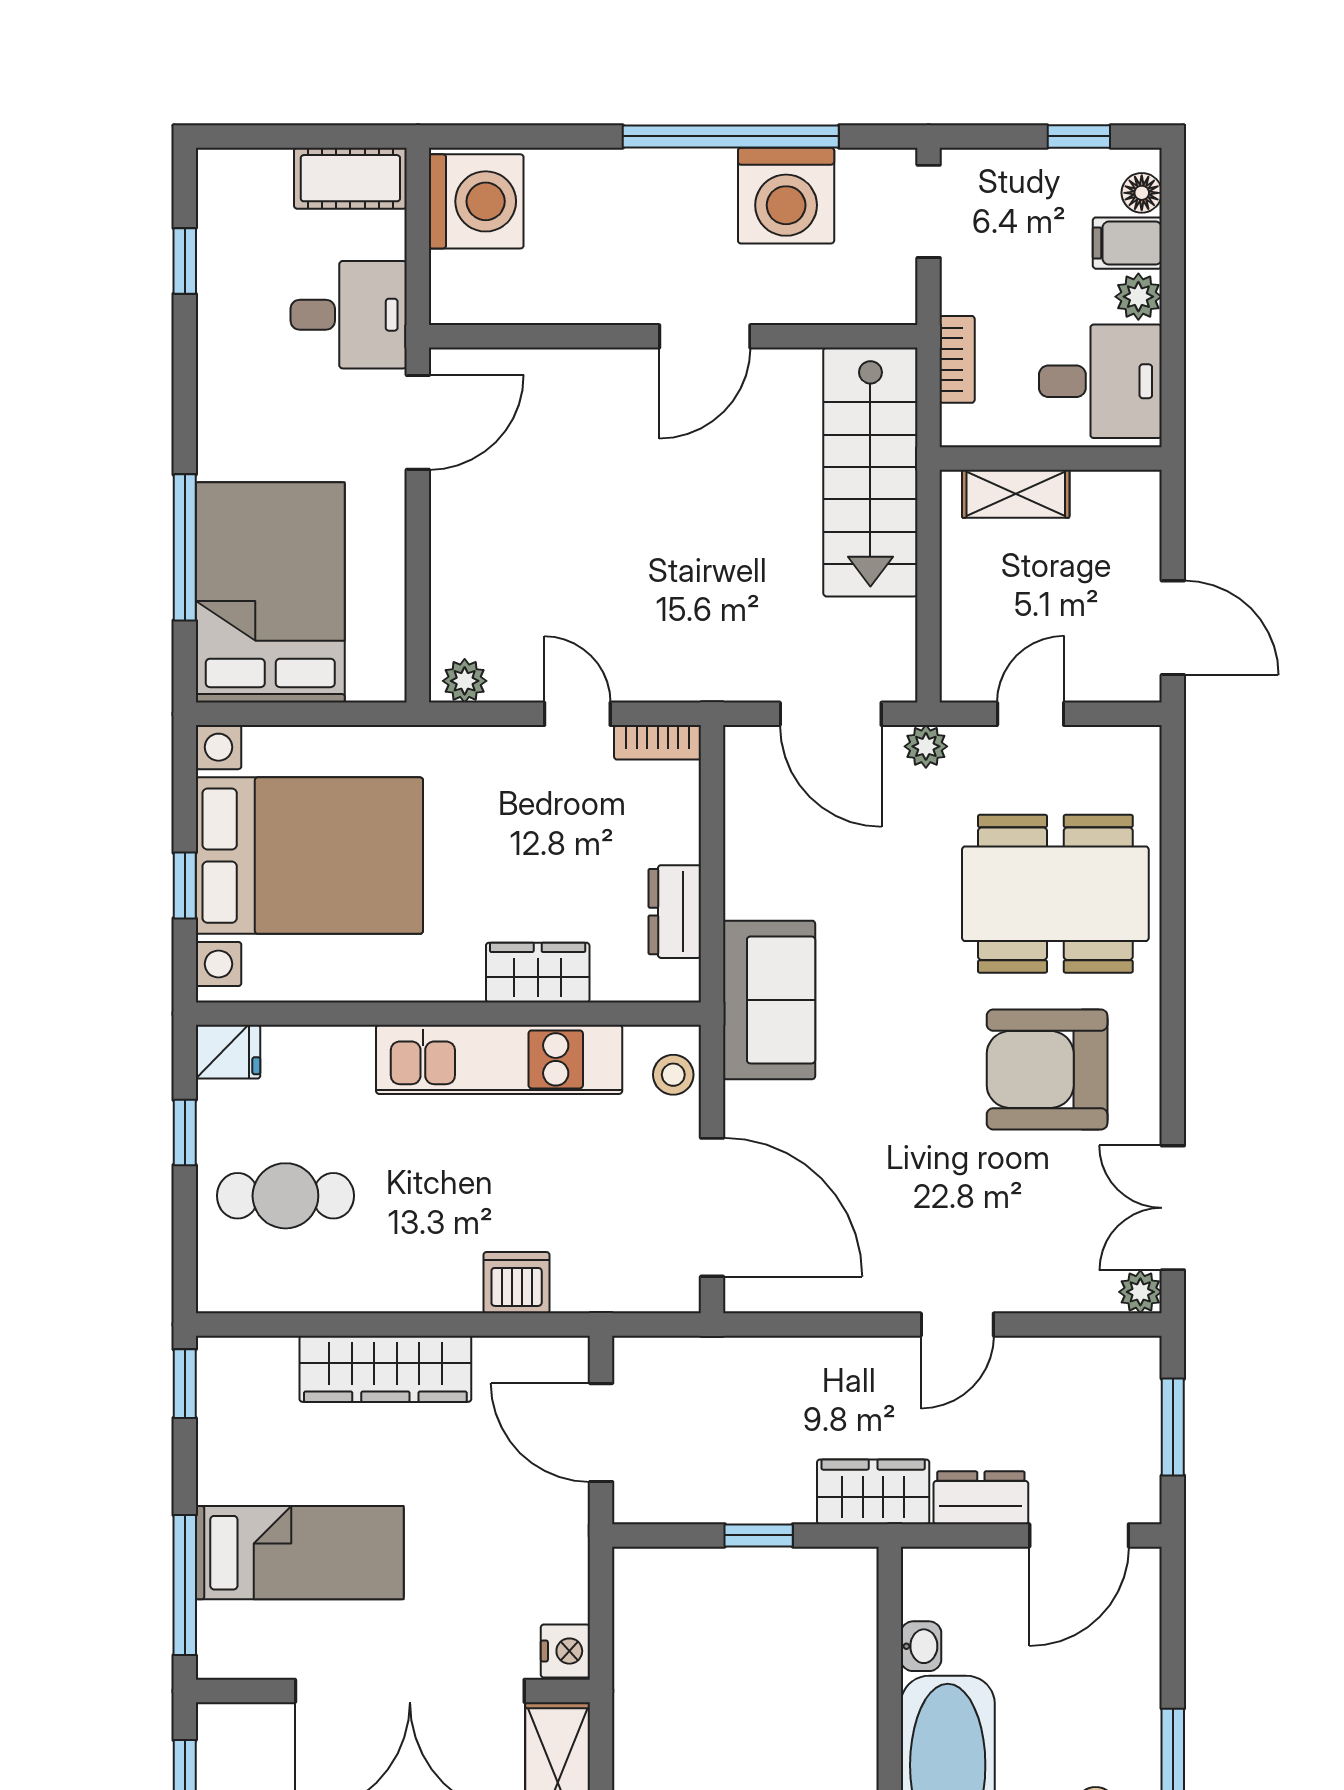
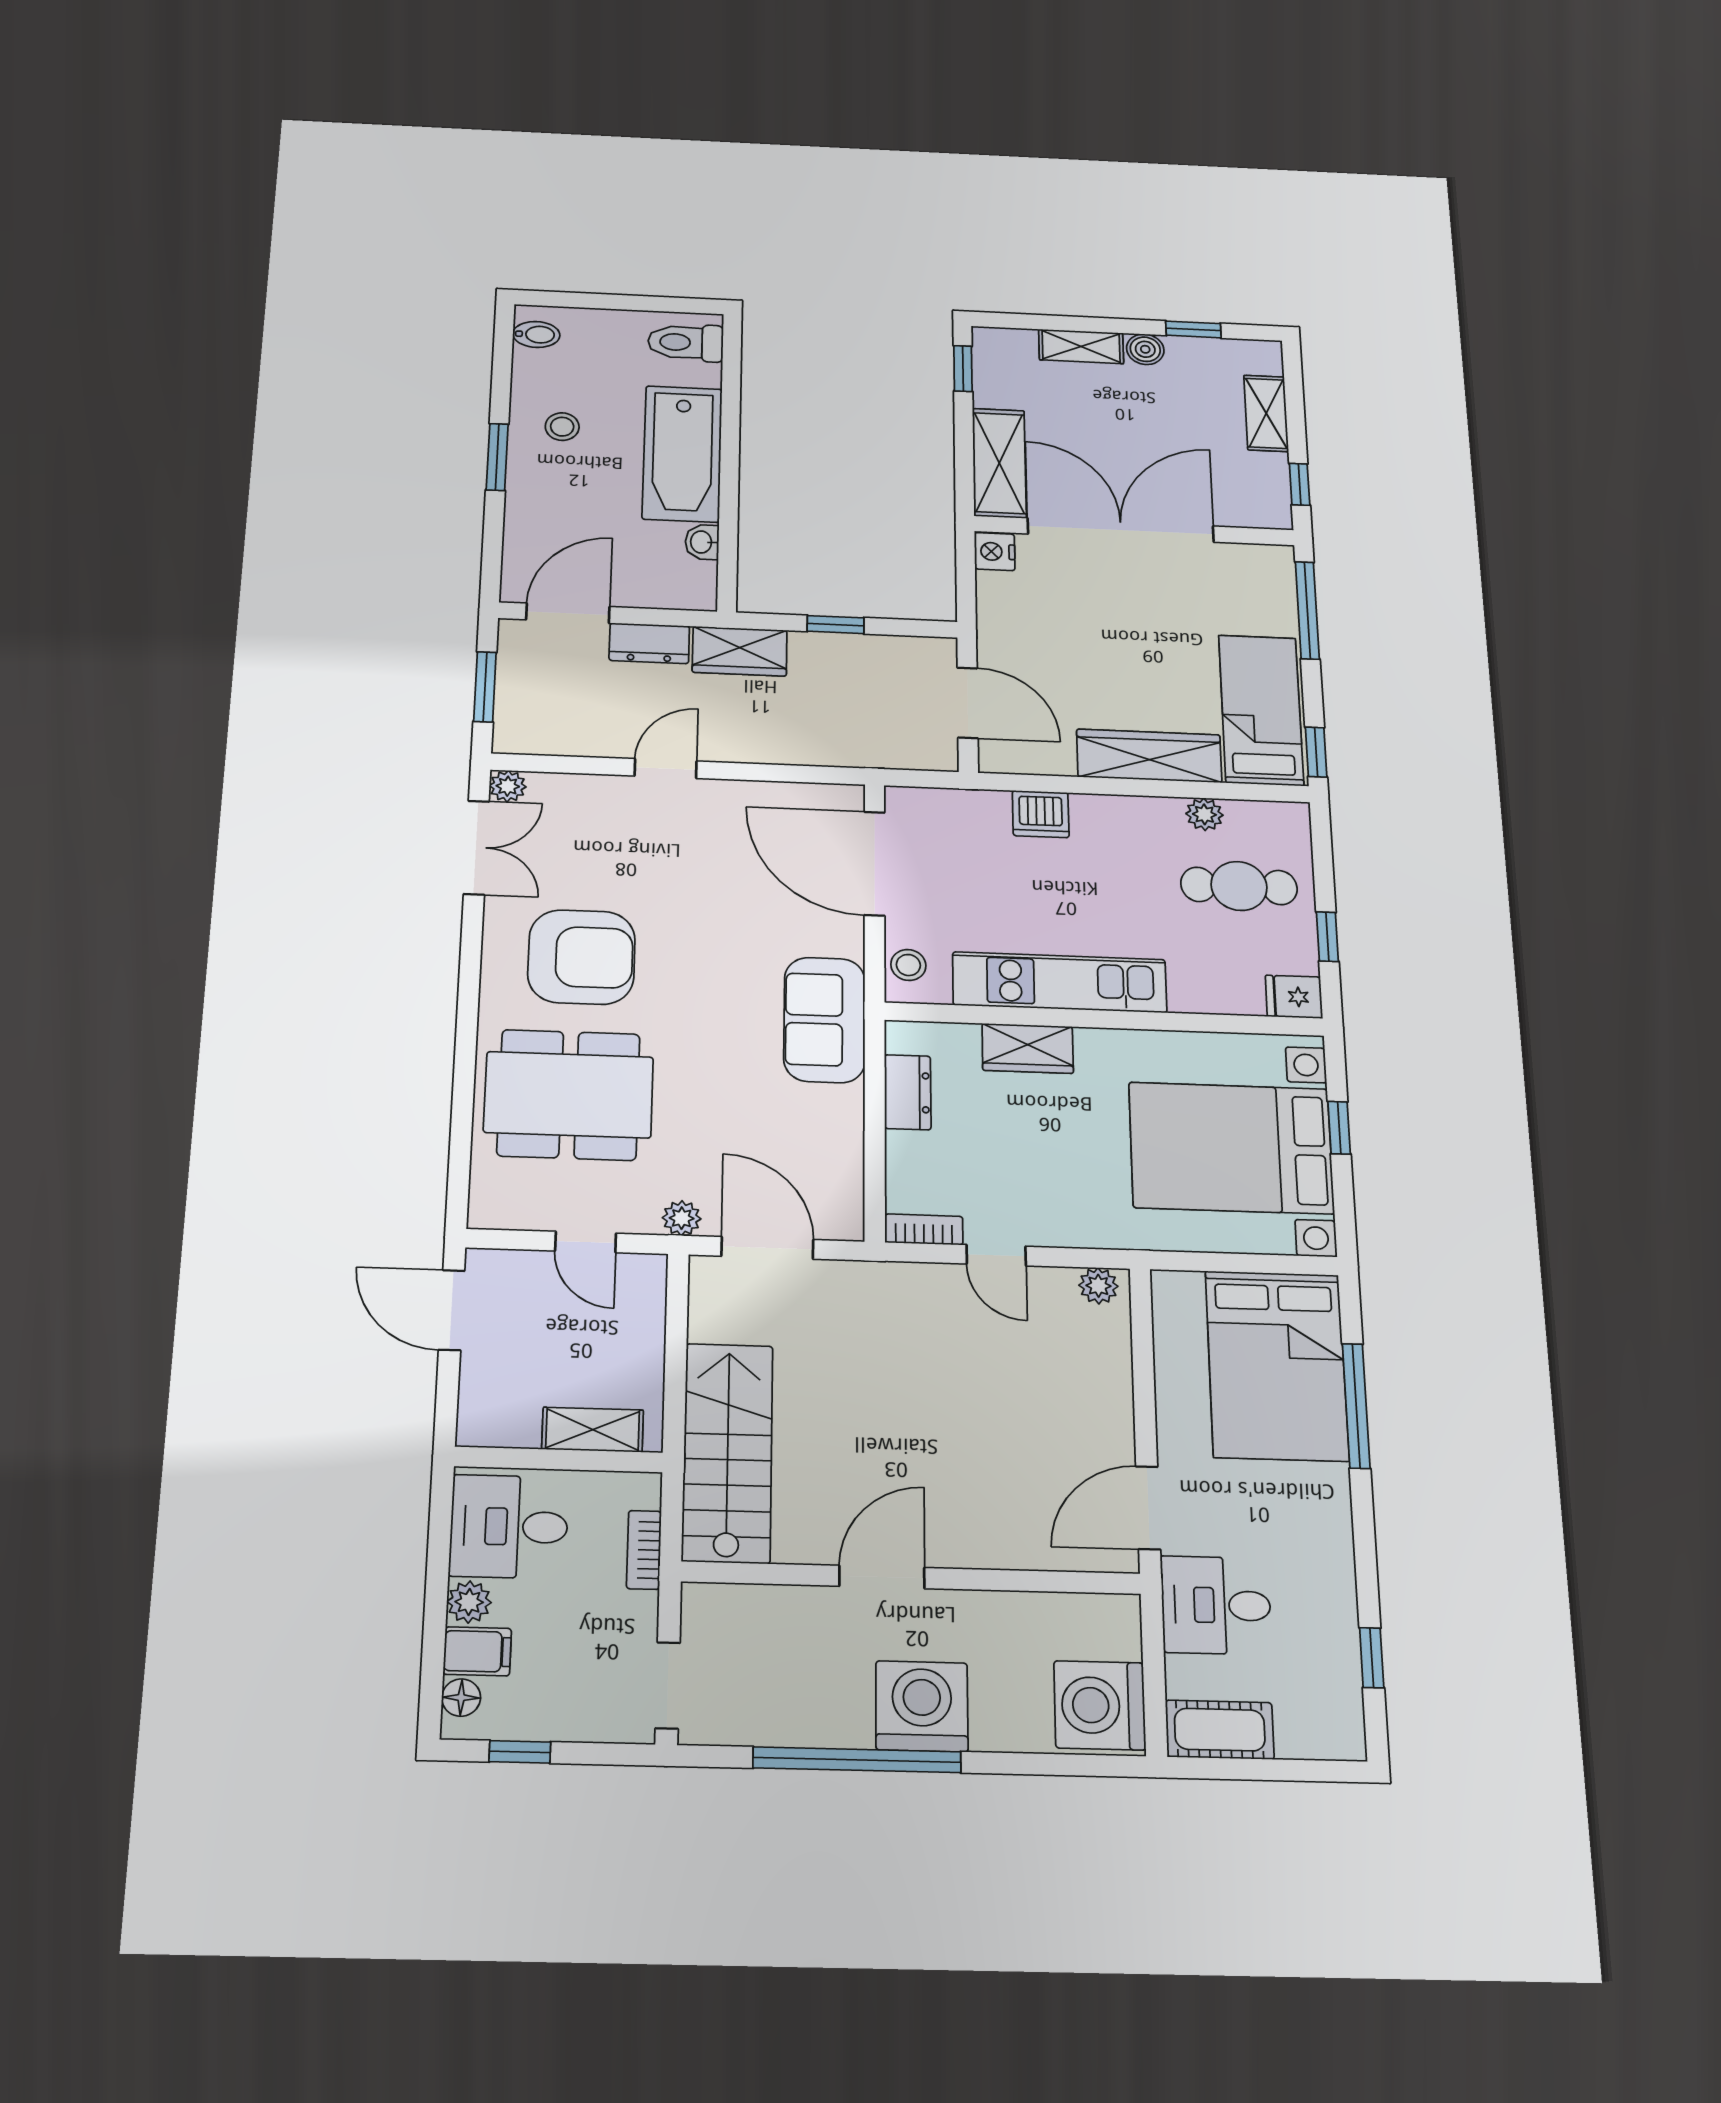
washing machine: (786, 196) -> (922, 1706), moved
door: (1031, 714) -> (586, 1242), hinge flipped
plant: (322, 1291) -> (1204, 814), added
bed: (300, 1553) -> (1261, 710), moved, turned 90

